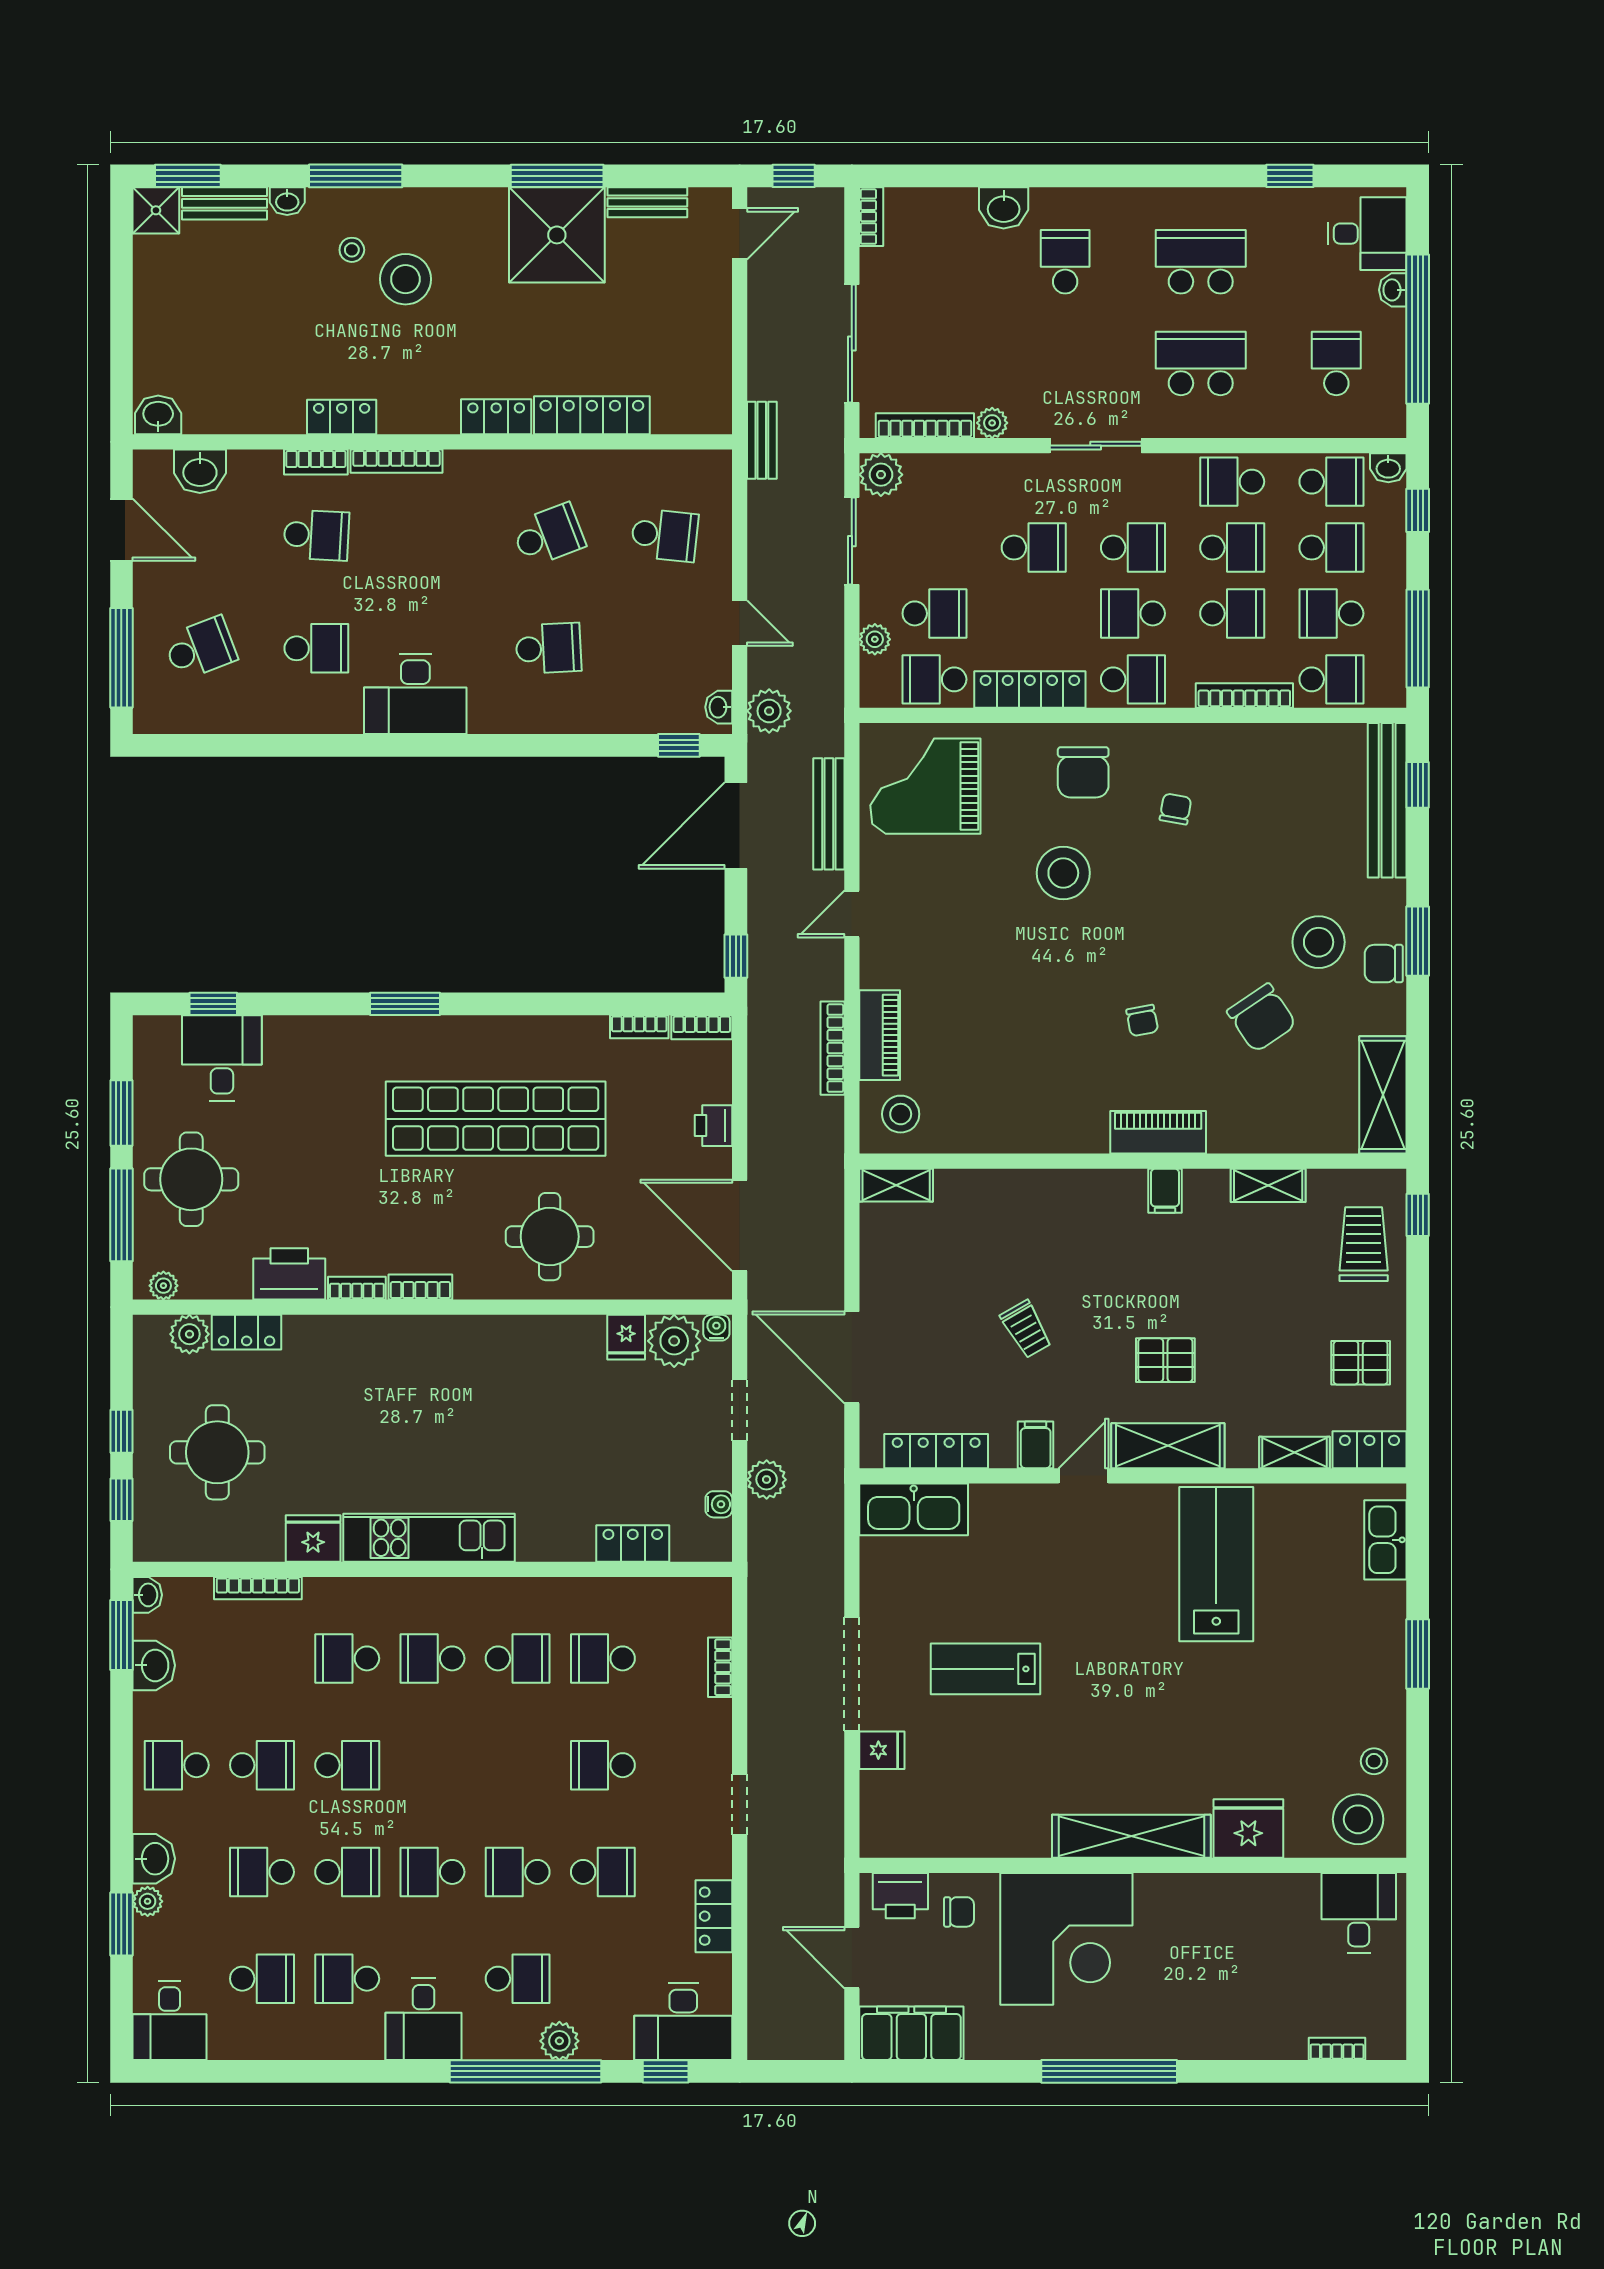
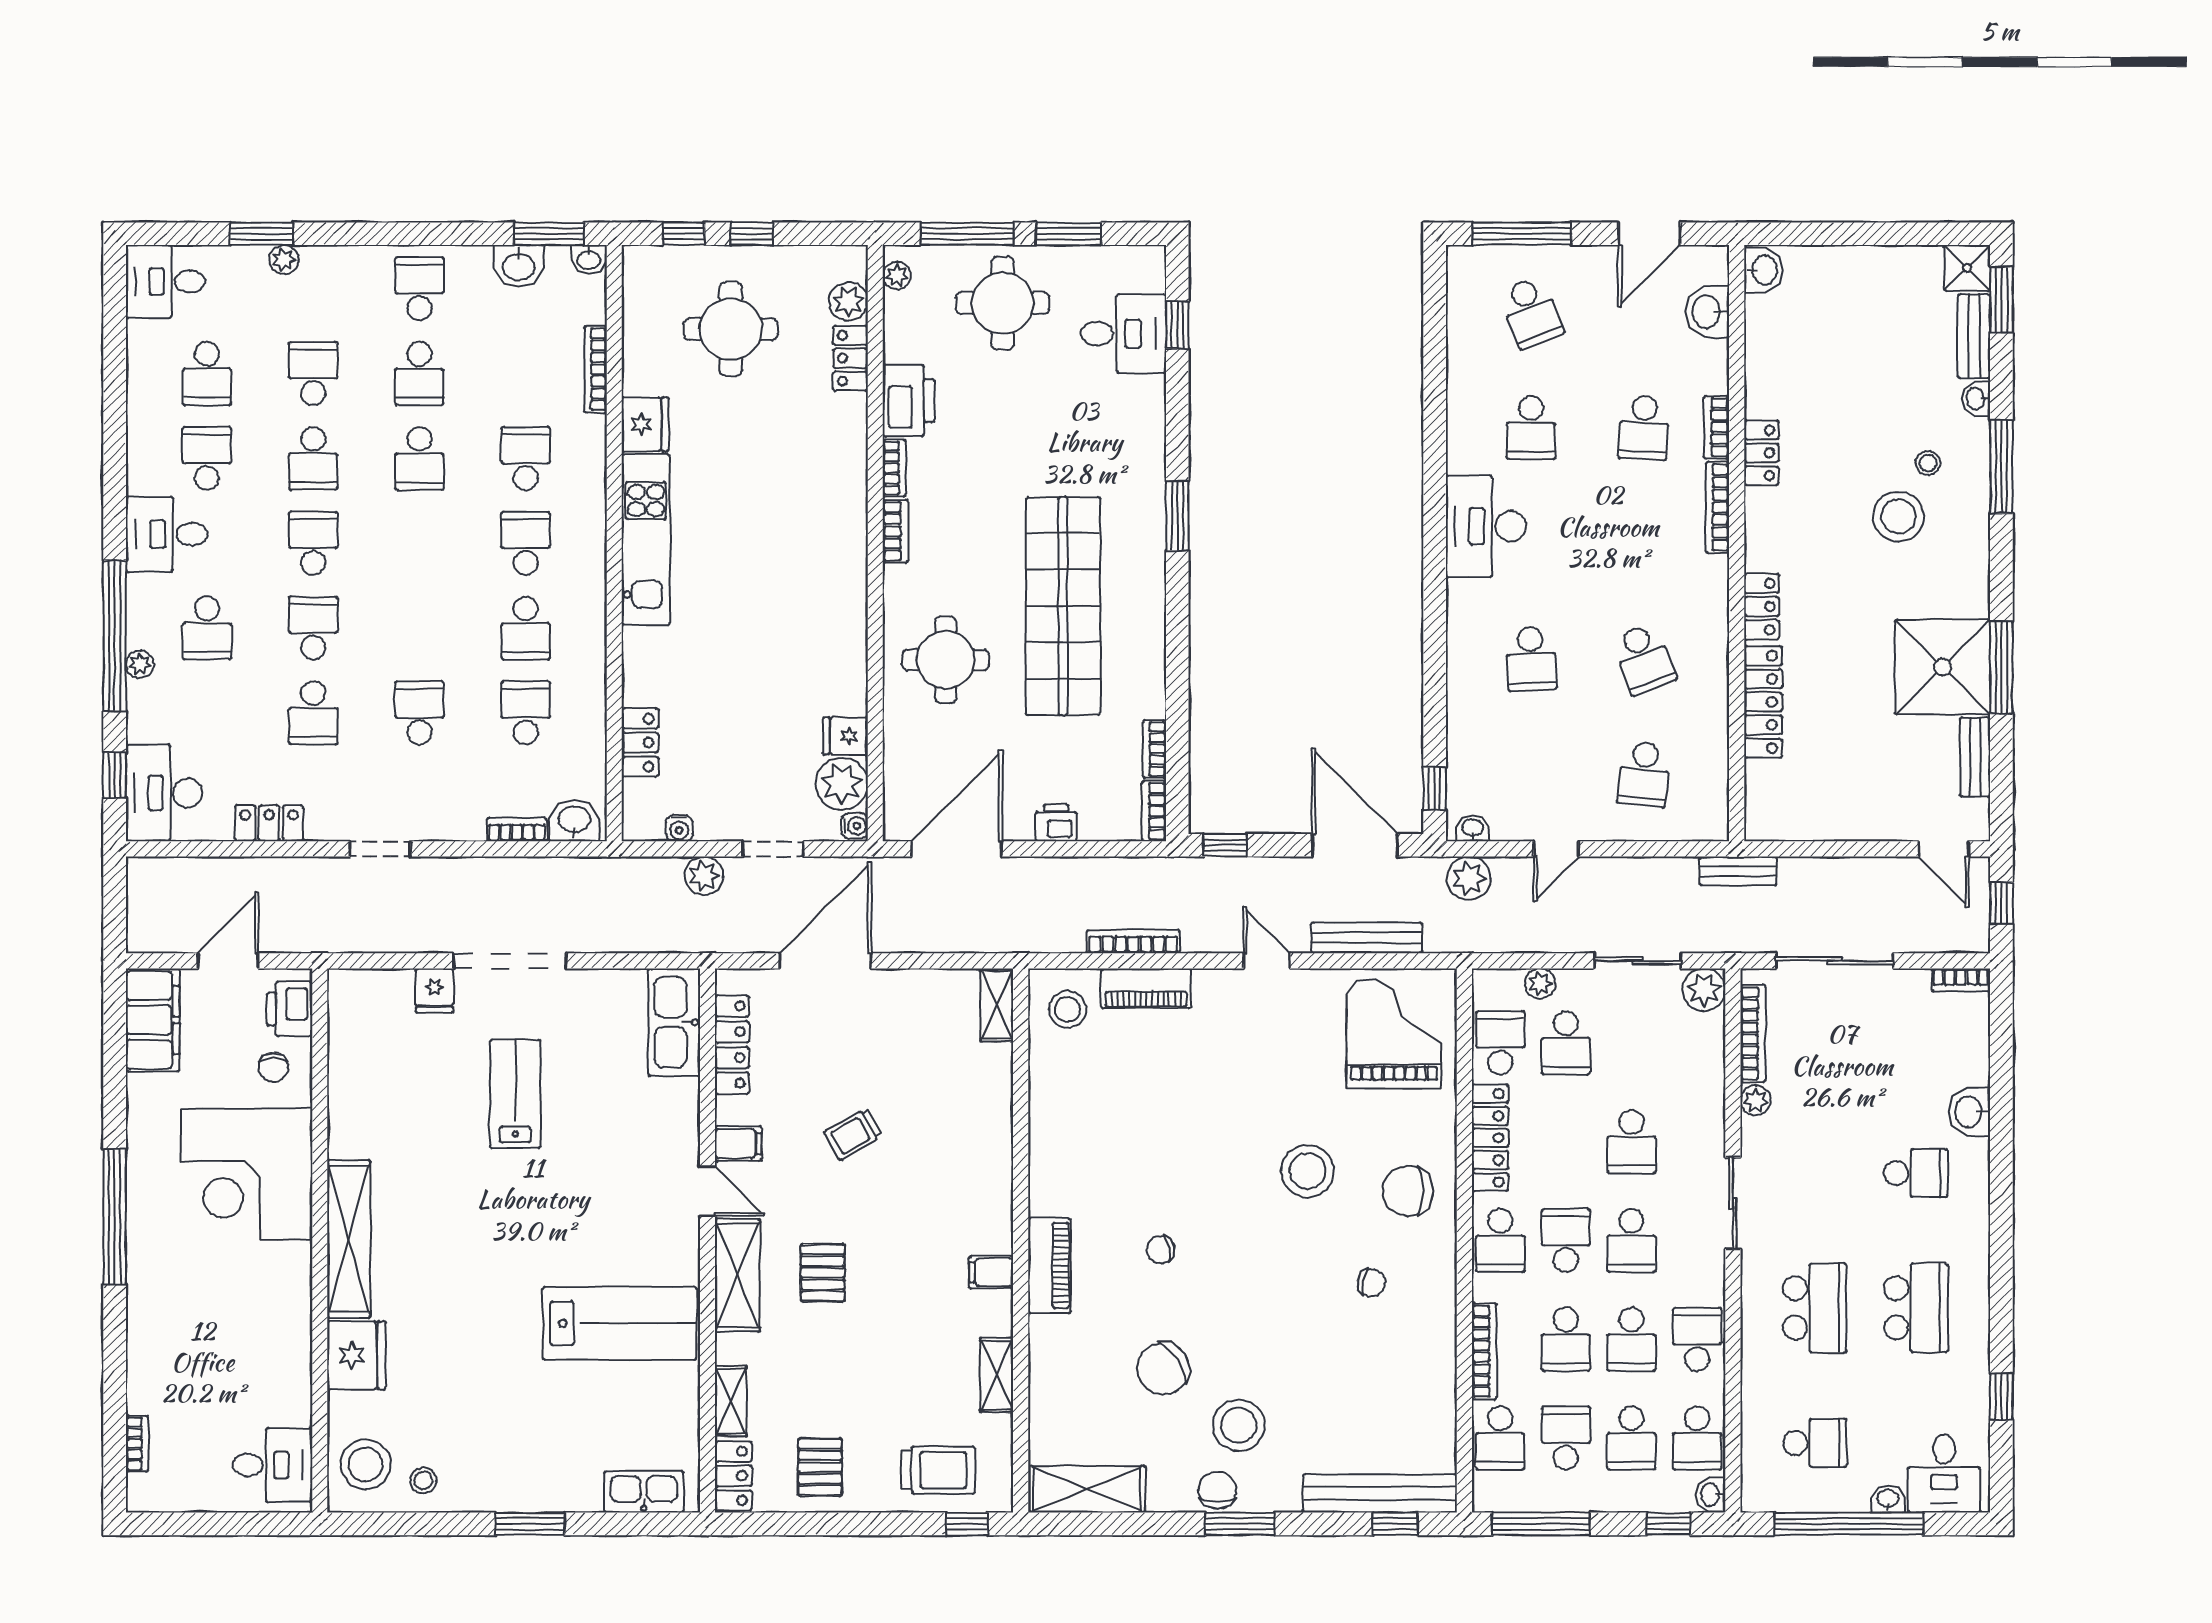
washbasin: (154, 1859) -> (574, 821), moved, turned 180
plant: (559, 2041) -> (140, 664), width x0.73, depth x0.73

